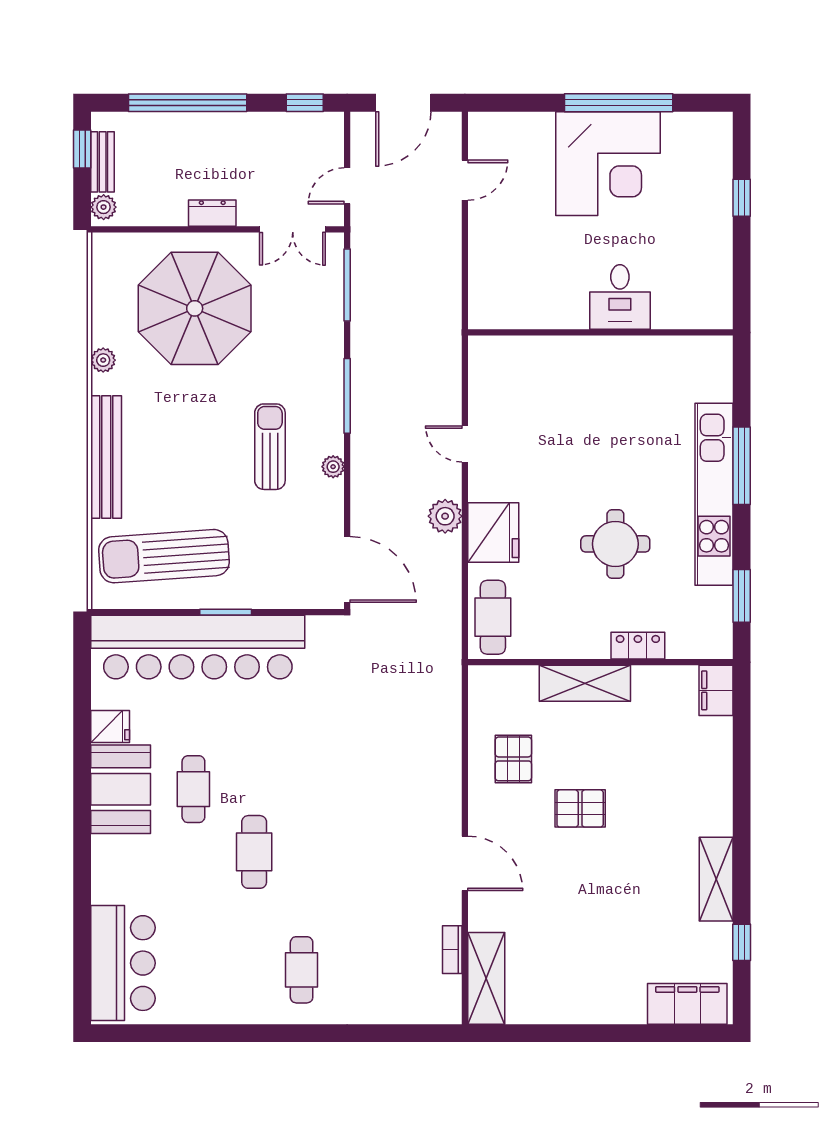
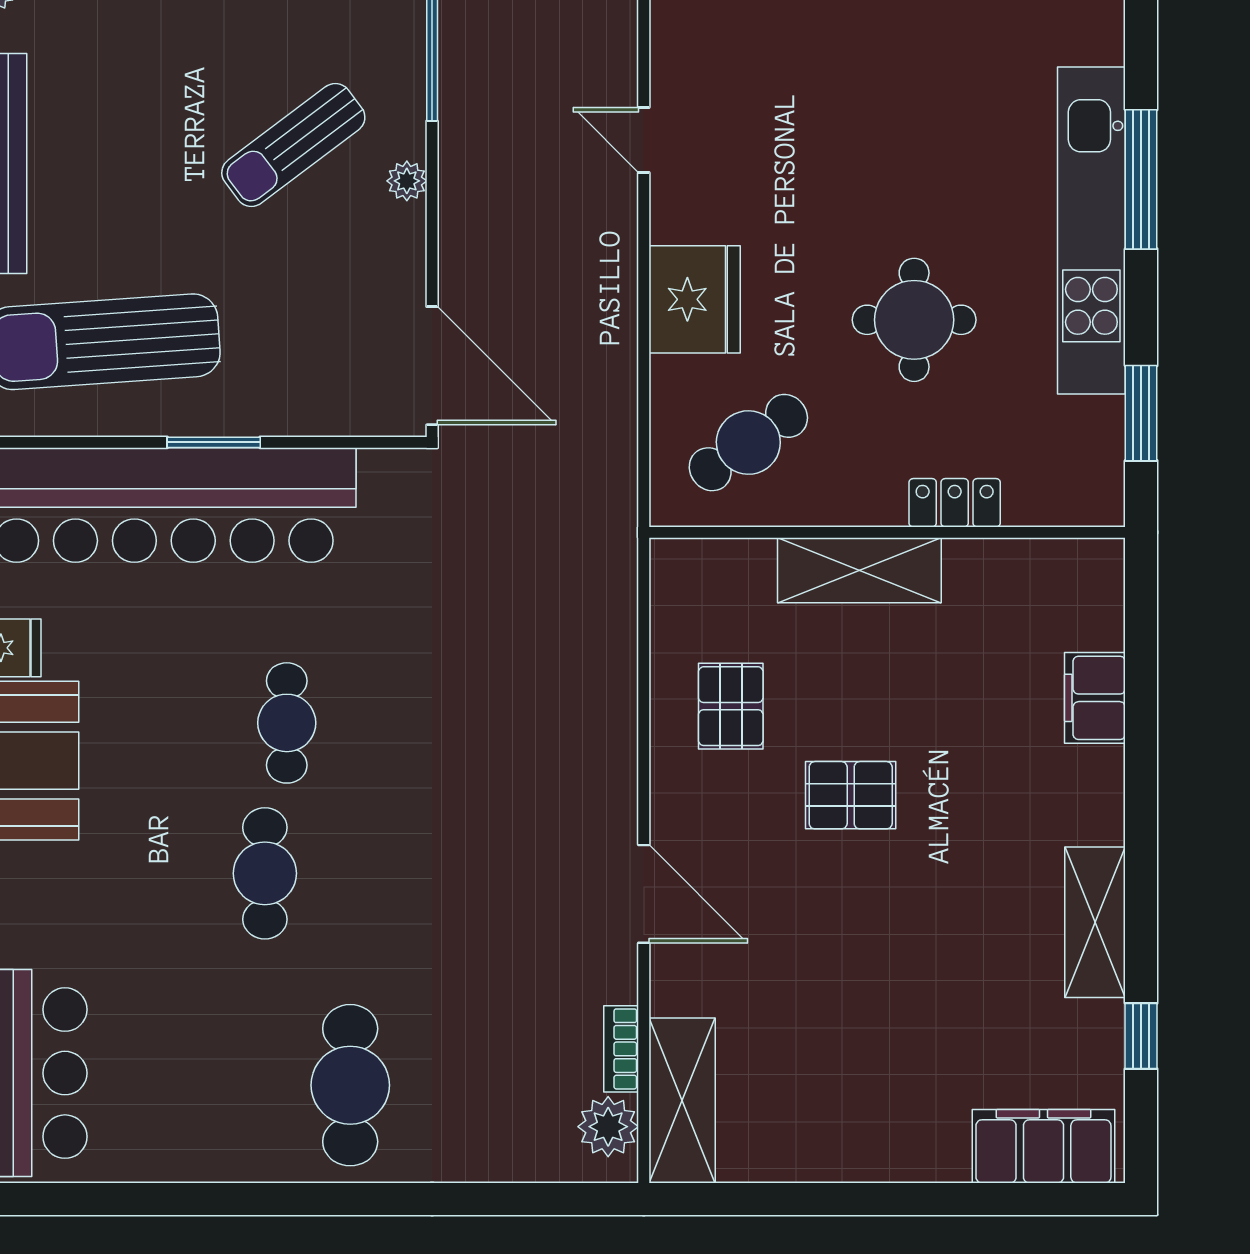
sun lounger: (270, 447) -> (293, 145), turned -127
plant: (445, 516) -> (608, 1127), moved
cafe table: (493, 617) -> (748, 443), moved, turned 55
filing cabinet: (716, 690) -> (1095, 698), moved
cafe table: (193, 789) -> (287, 723), moved
cafe table: (302, 970) -> (350, 1085), width x1.37, depth x1.35

